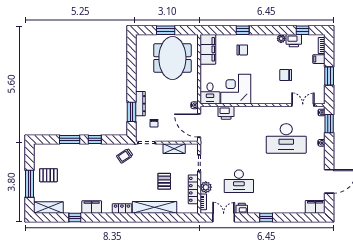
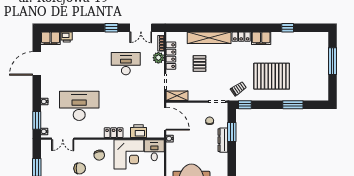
chair: (266, 88) -> (99, 155), added
locker: (251, 111) -> (114, 133), added
window: (95, 140) -> (245, 105), moved
shelving: (174, 149) -> (177, 96), moved
pallet: (48, 175) -> (272, 76), moved, width x2.05, depth x2.00
filing cabinet: (92, 207) -> (261, 38), moved
shelving: (48, 208) -> (314, 38), removed
printer: (242, 208) -> (67, 37), moved
window: (266, 218) -> (111, 28), moved

